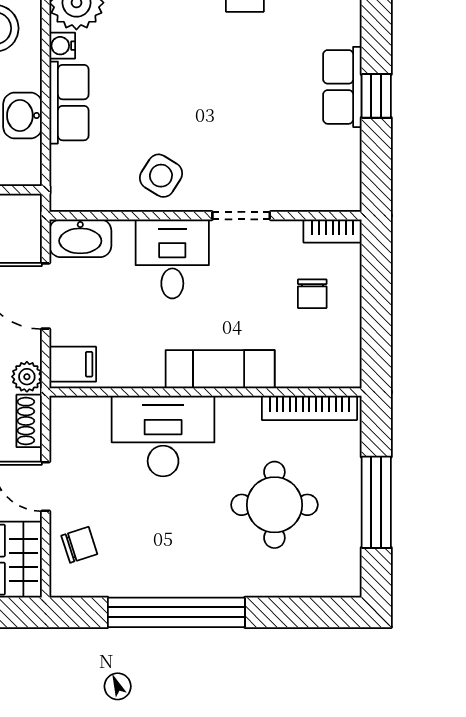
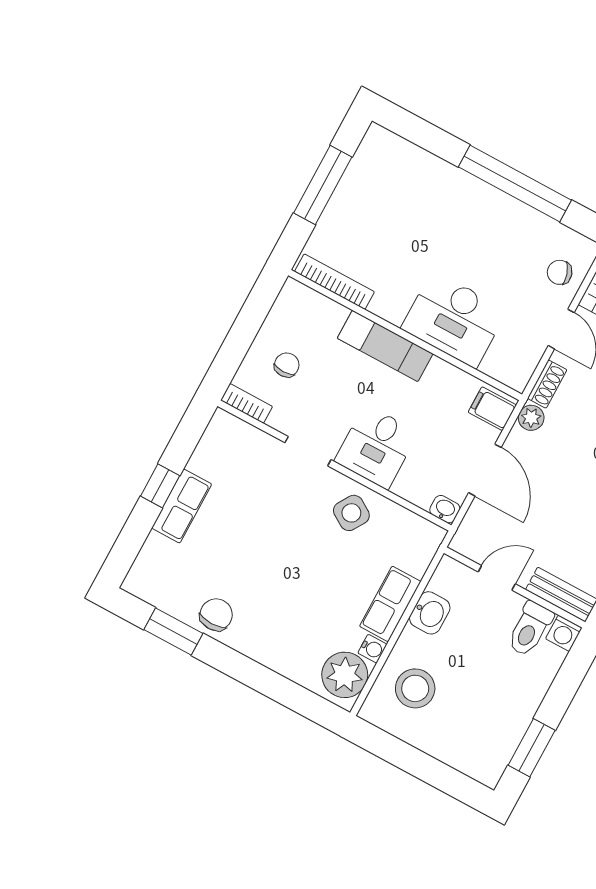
washbasin: (80, 238) -> (445, 509), width x0.52, depth x0.69
round table: (274, 505) -> (399, 224), removed

